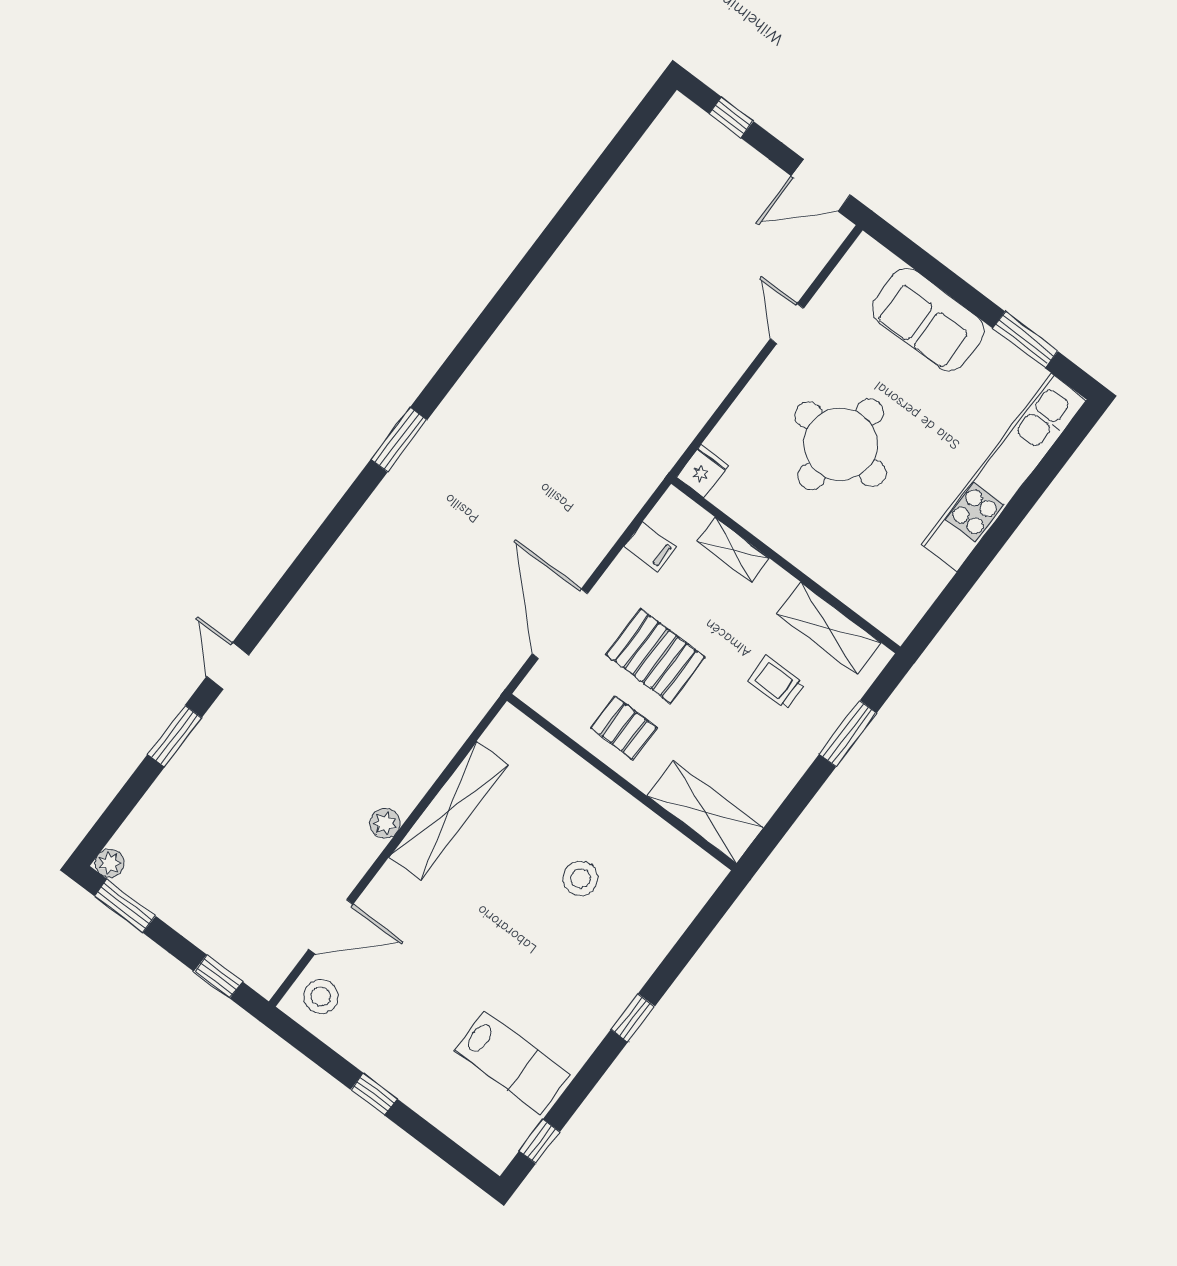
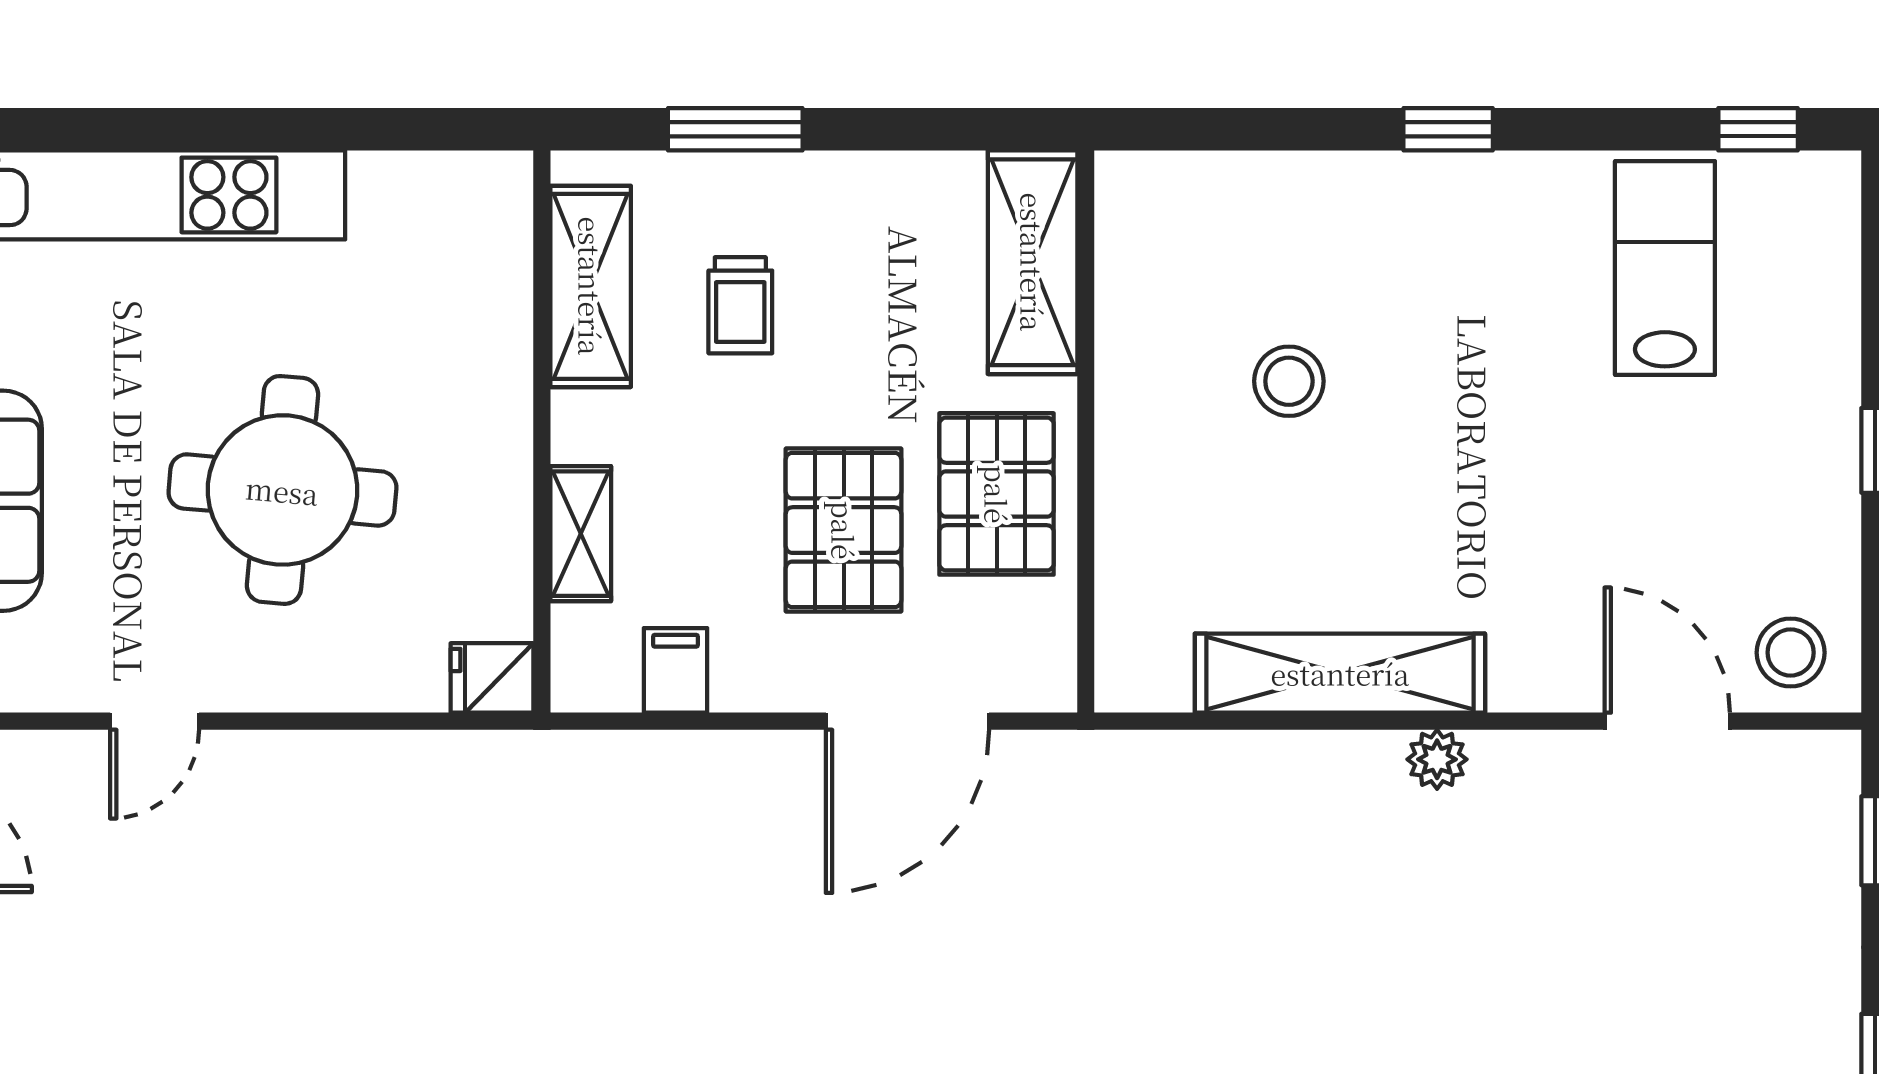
pallet: (624, 728) -> (997, 494), width x1.50, depth x1.42

